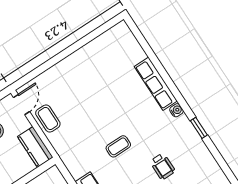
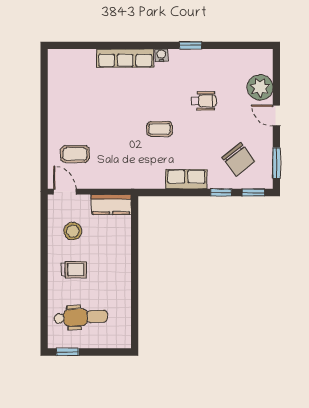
coffee table: (48, 118) -> (75, 154), moved
coffee table: (118, 146) -> (160, 129), turned 90

